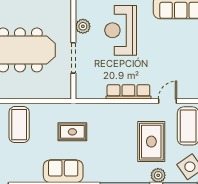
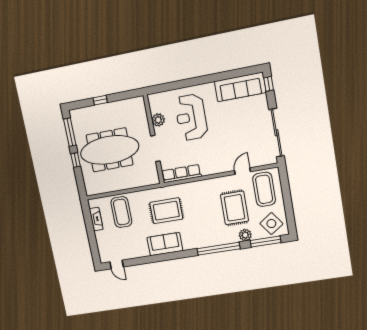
row of seats: (128, 92) -> (181, 174), moved
rug: (72, 132) -> (166, 211), width x1.36, depth x1.43

